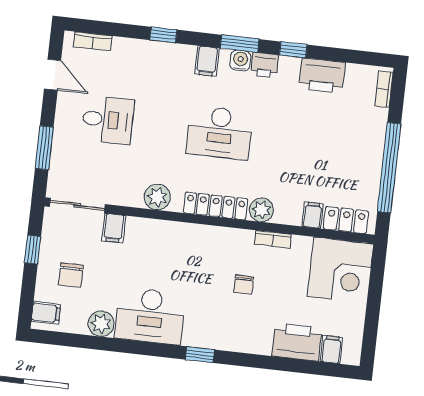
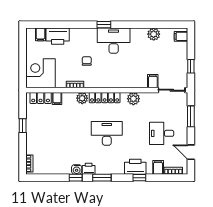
filing cabinet: (207, 61) -> (158, 167), moved
water cooler: (240, 61) -> (77, 169), moved
printer: (322, 76) -> (135, 167), moved
window: (389, 168) -> (23, 126), width x0.32
chair: (71, 275) -> (171, 56), removed
desk: (150, 316) -> (114, 41), moved

